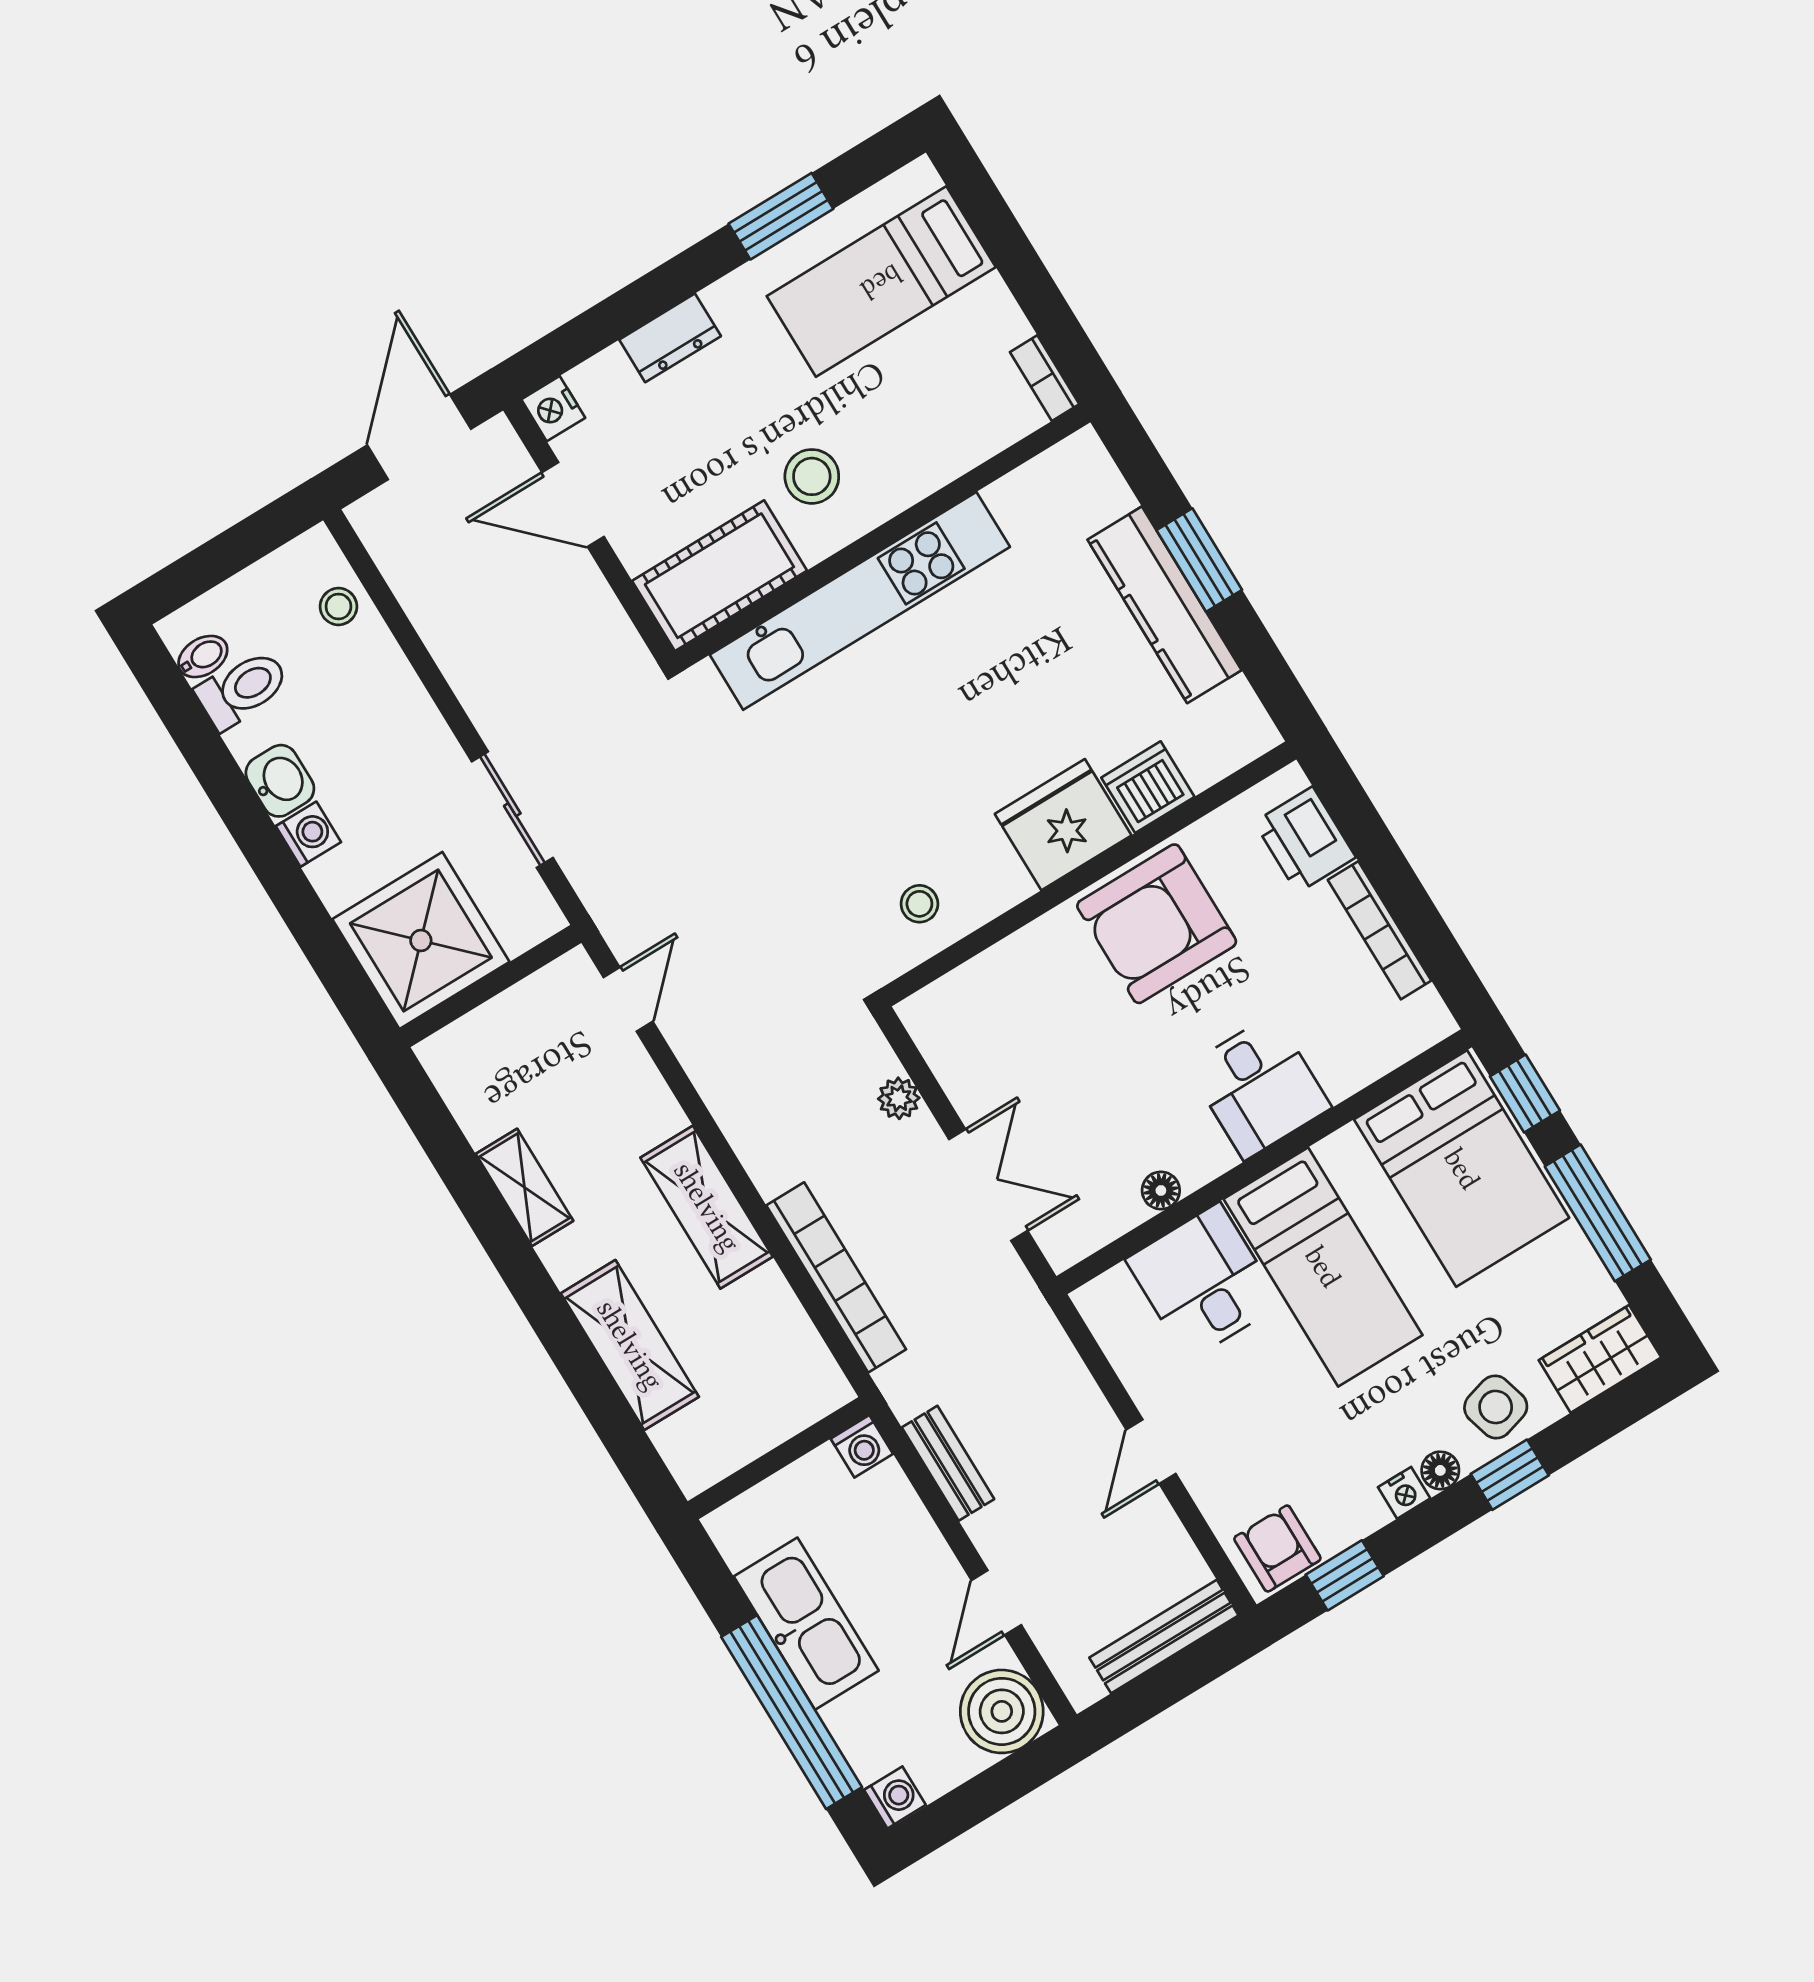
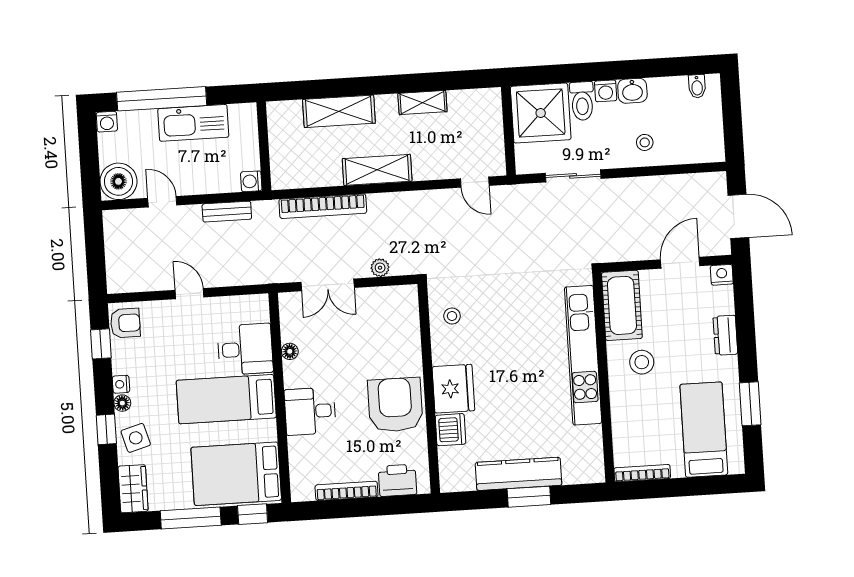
bookcase: (1045, 378) -> (642, 473), width x1.56
stool: (338, 606) -> (645, 142), moved
toilet: (243, 689) -> (582, 101), moved
bench: (1164, 1637) -> (114, 260), removed

